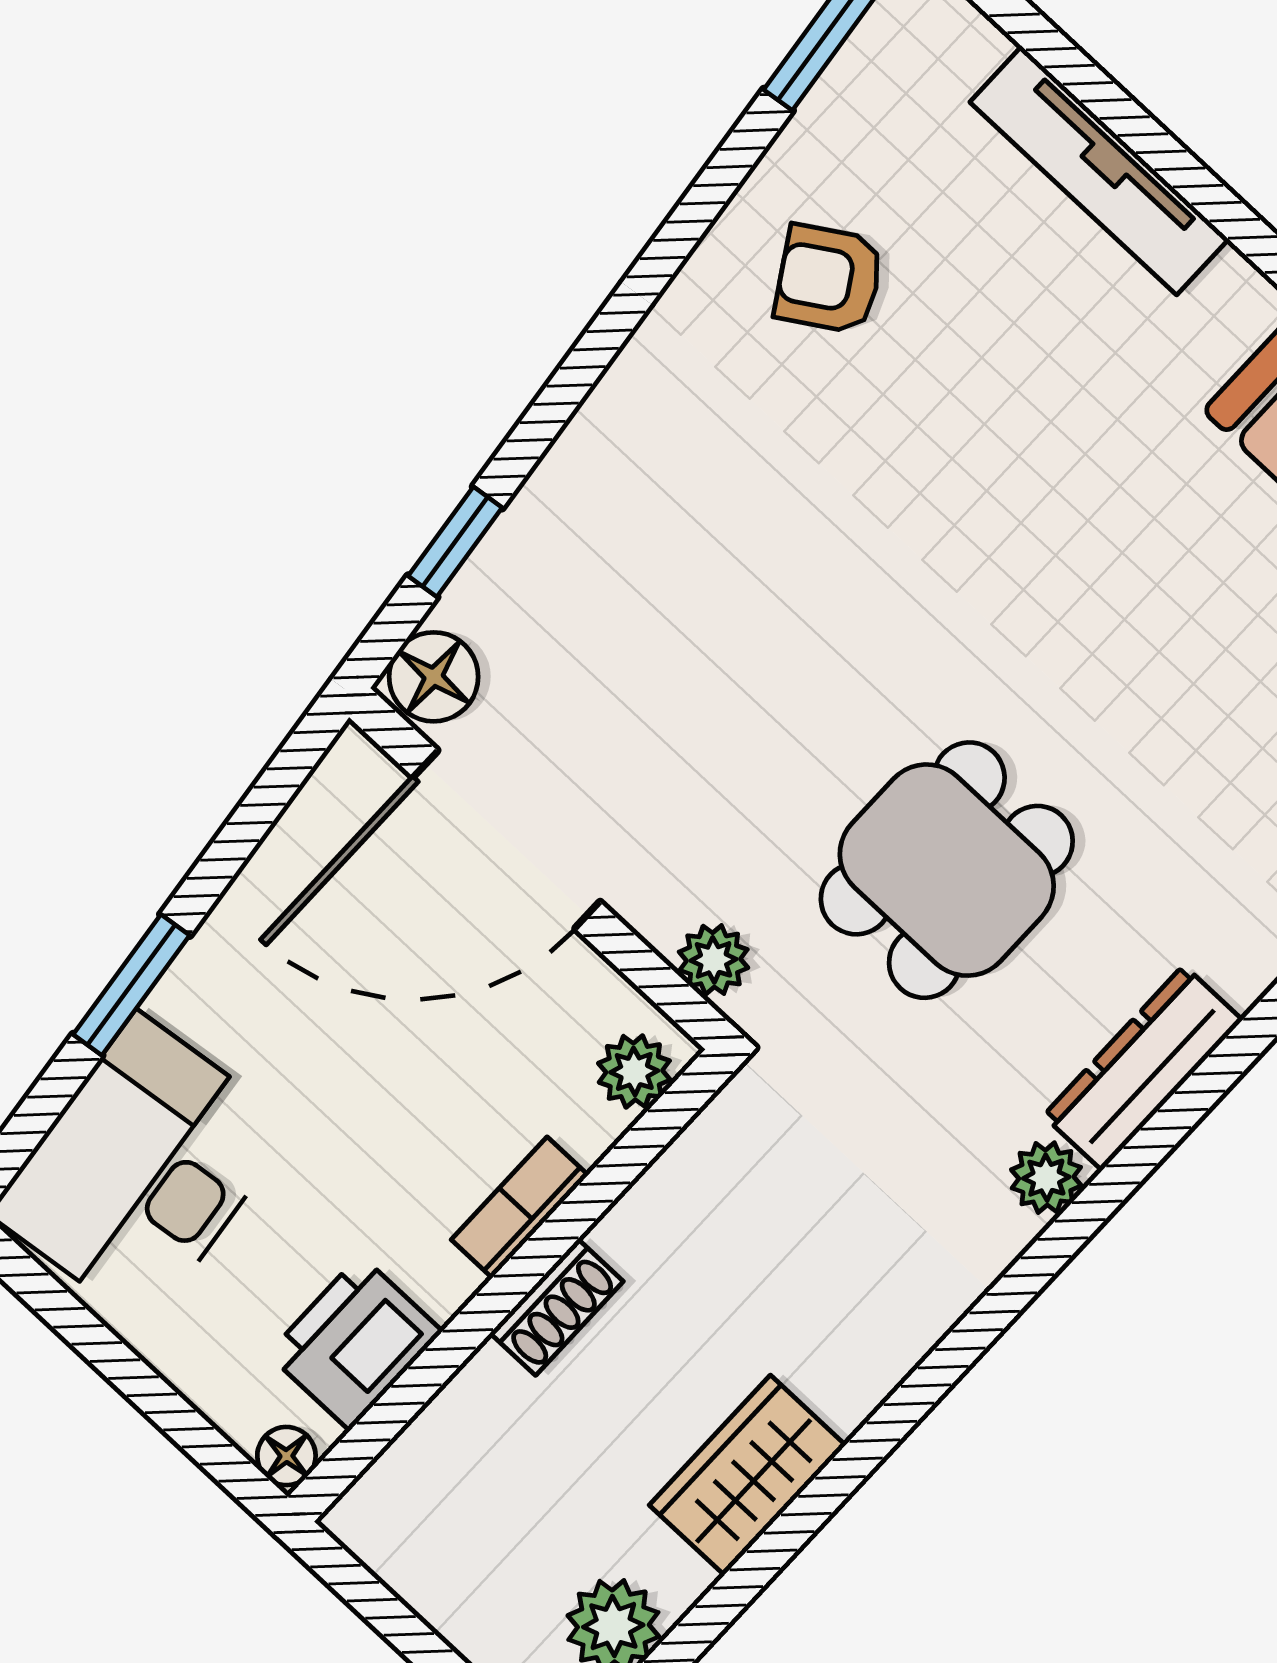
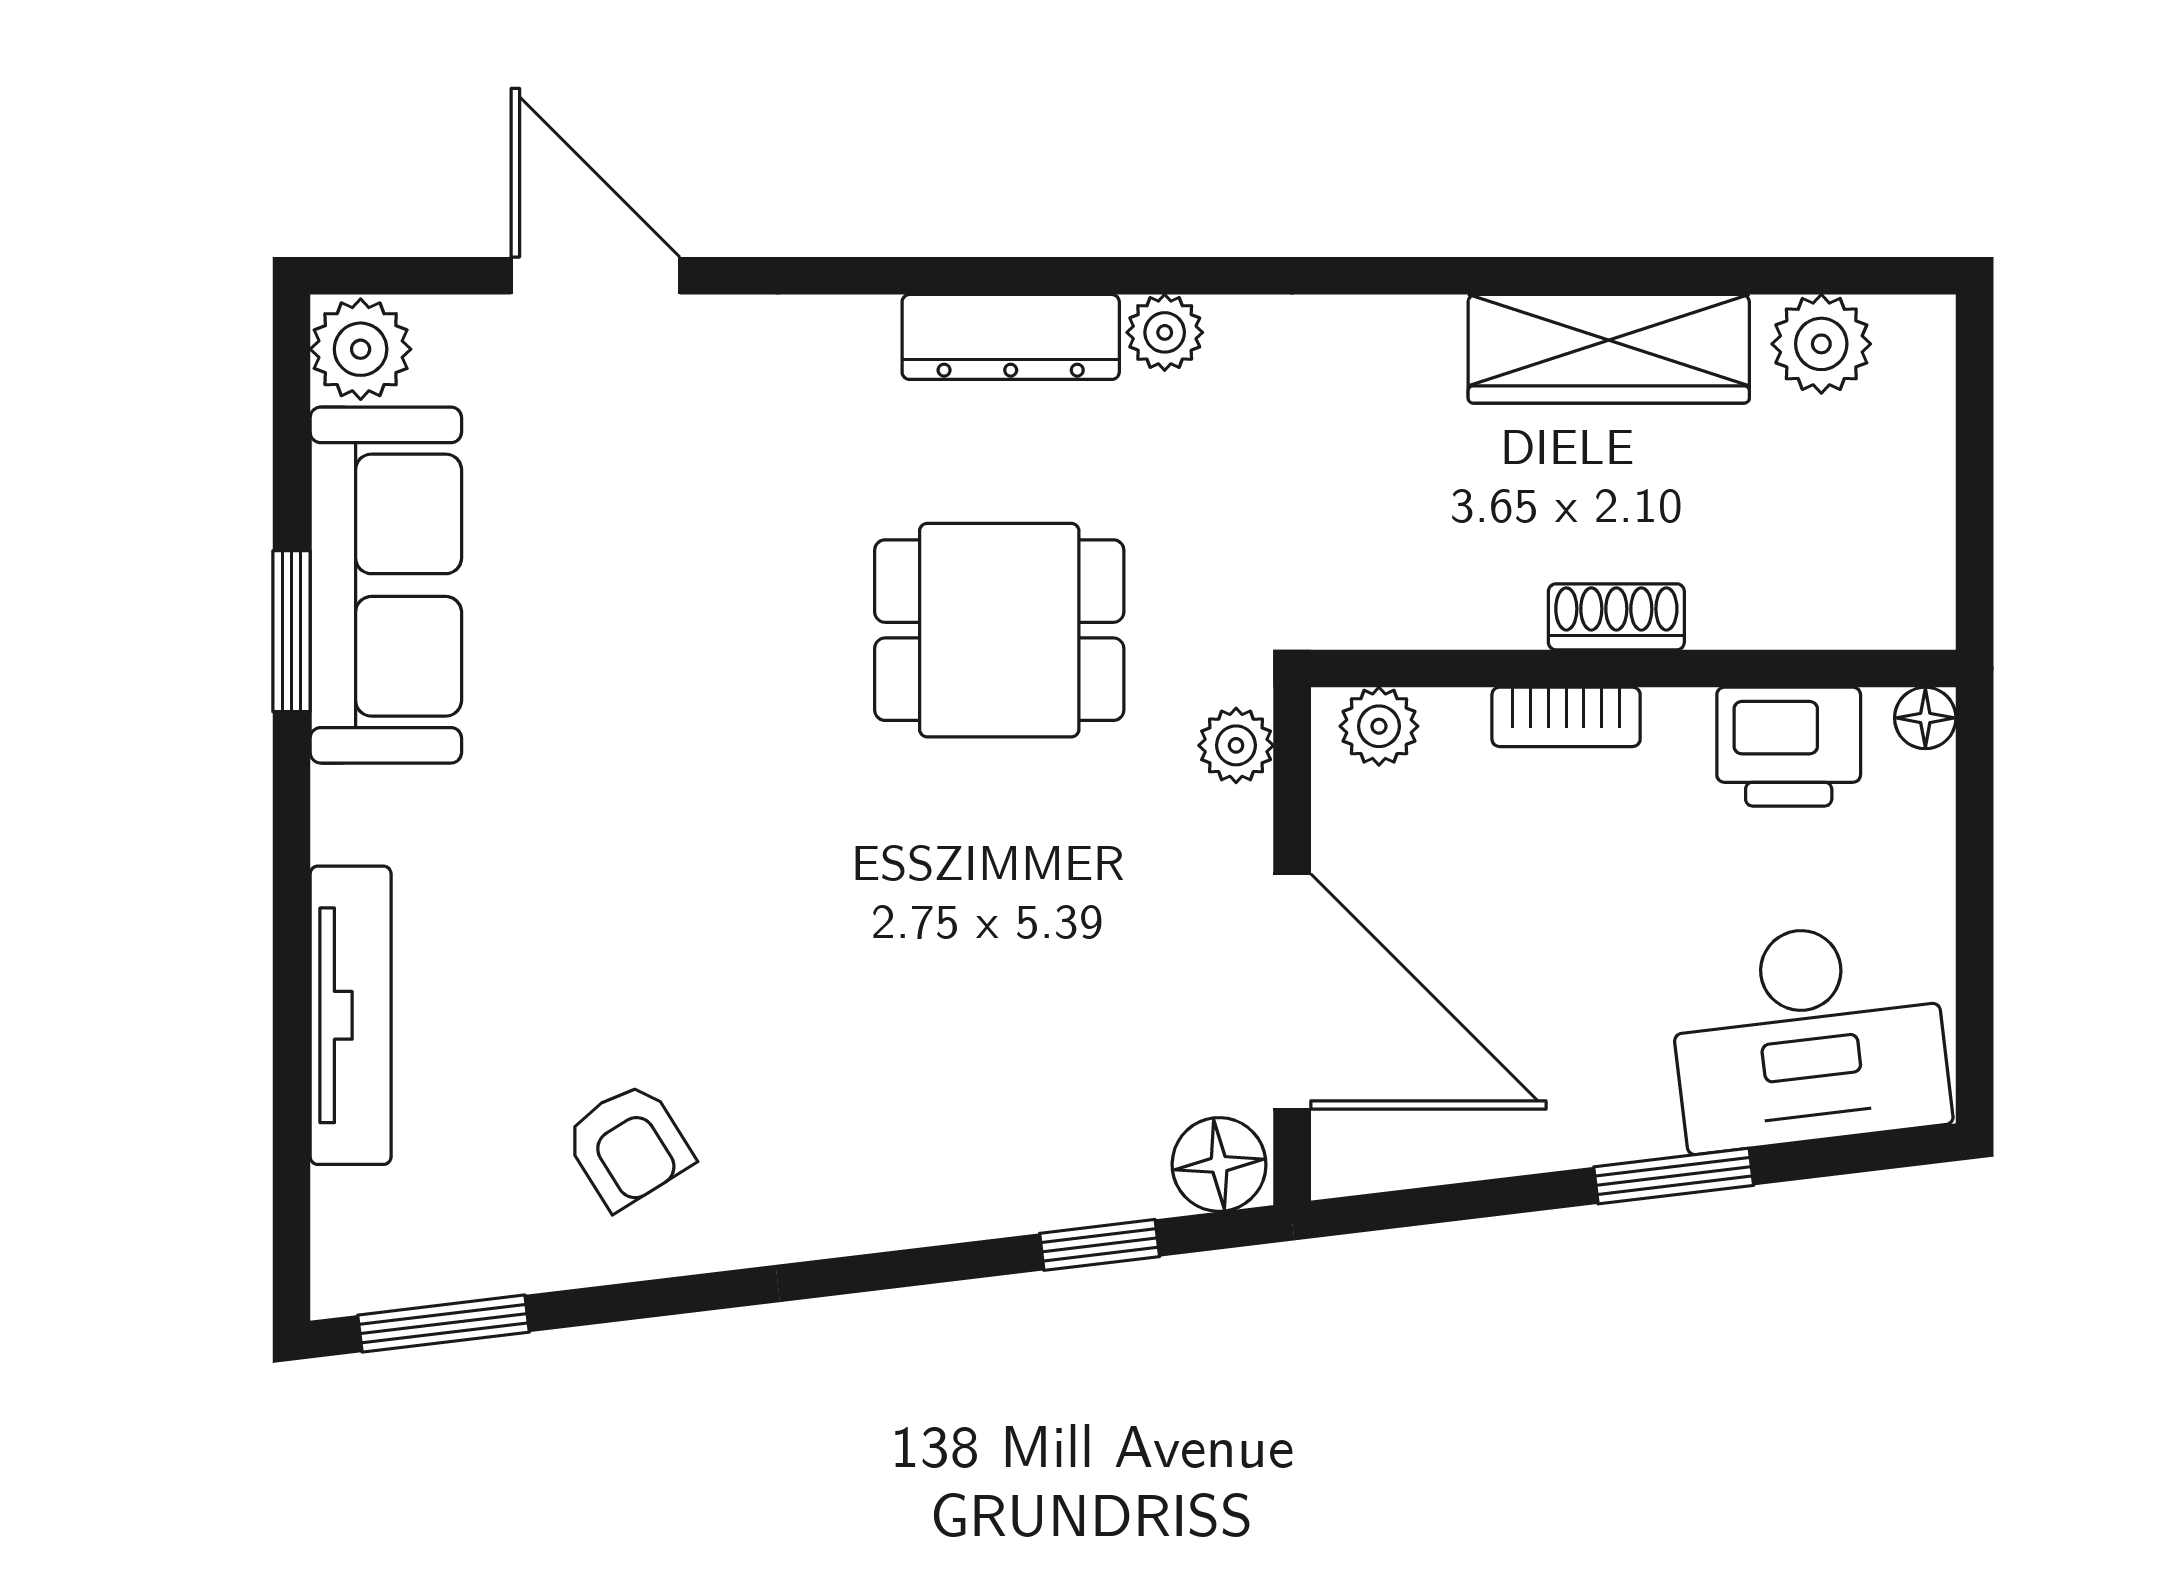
wardrobe: (748, 1475) -> (1609, 349), width x1.50

